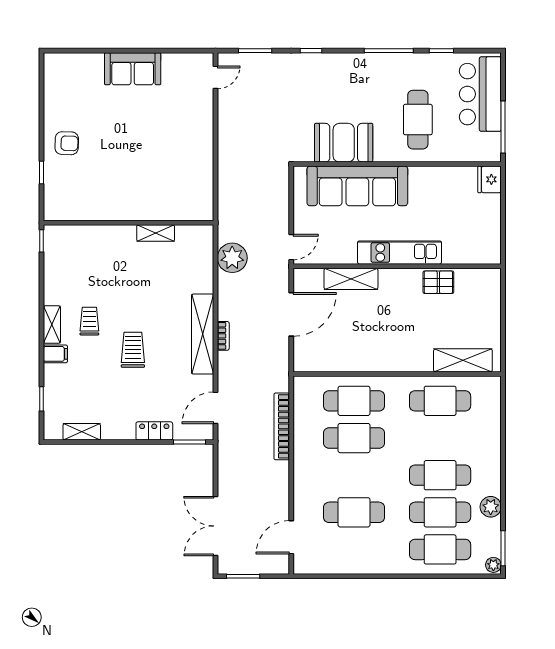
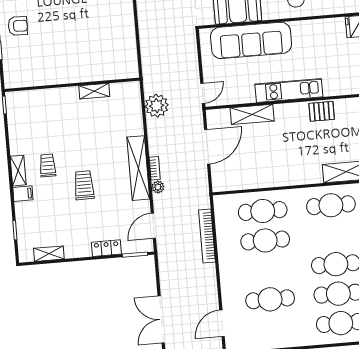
plant: (225, 360) -> (158, 187), added

